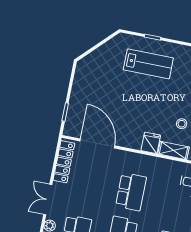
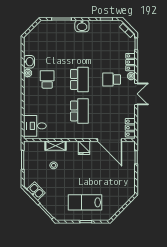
fridge: (151, 143) -> (84, 148), moved
locker: (64, 162) -> (130, 128), width x0.66
school desk: (131, 192) -> (79, 111), turned 180

